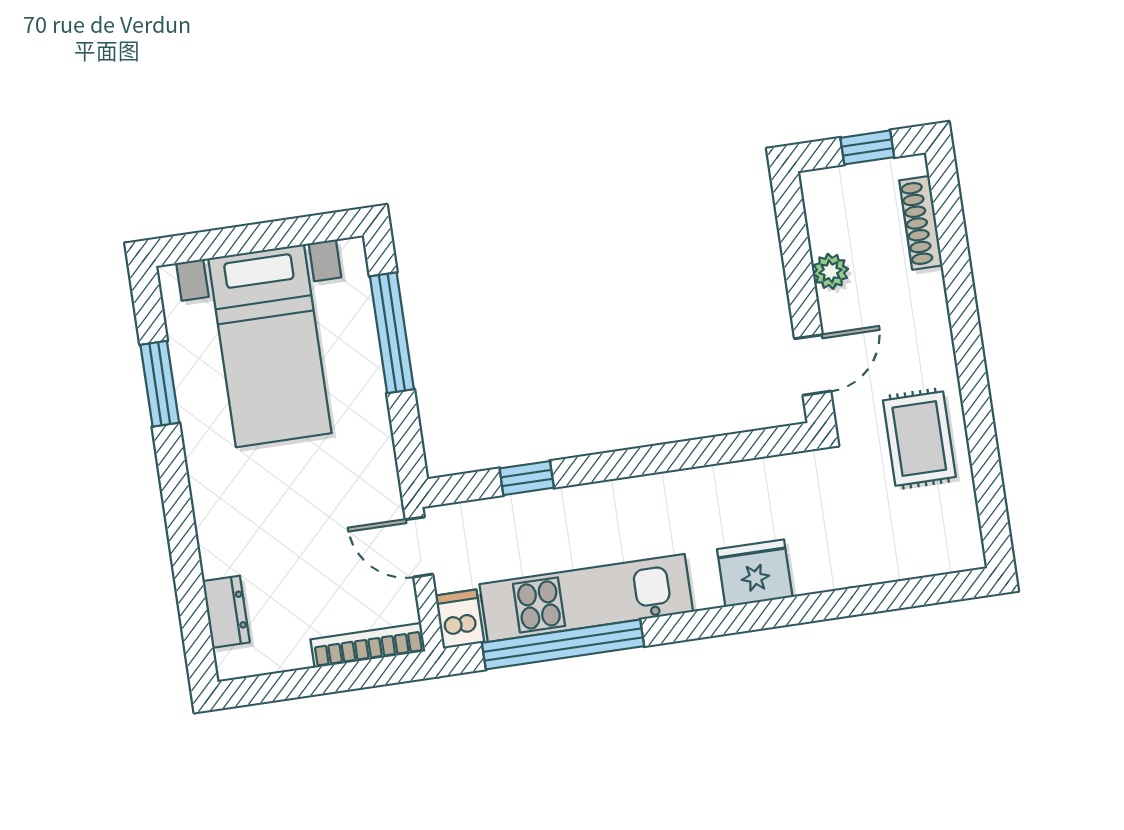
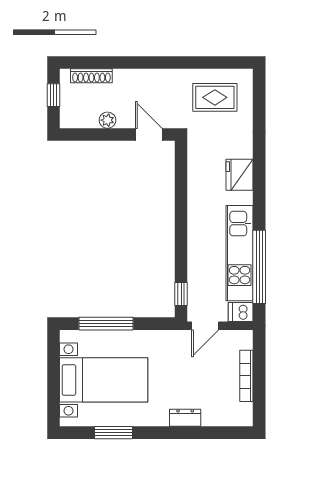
rug: (919, 439) -> (215, 97), moved
window: (527, 478) -> (181, 294), moved
dresser: (226, 612) -> (185, 418), moved
bookcase: (368, 645) -> (246, 376), moved

